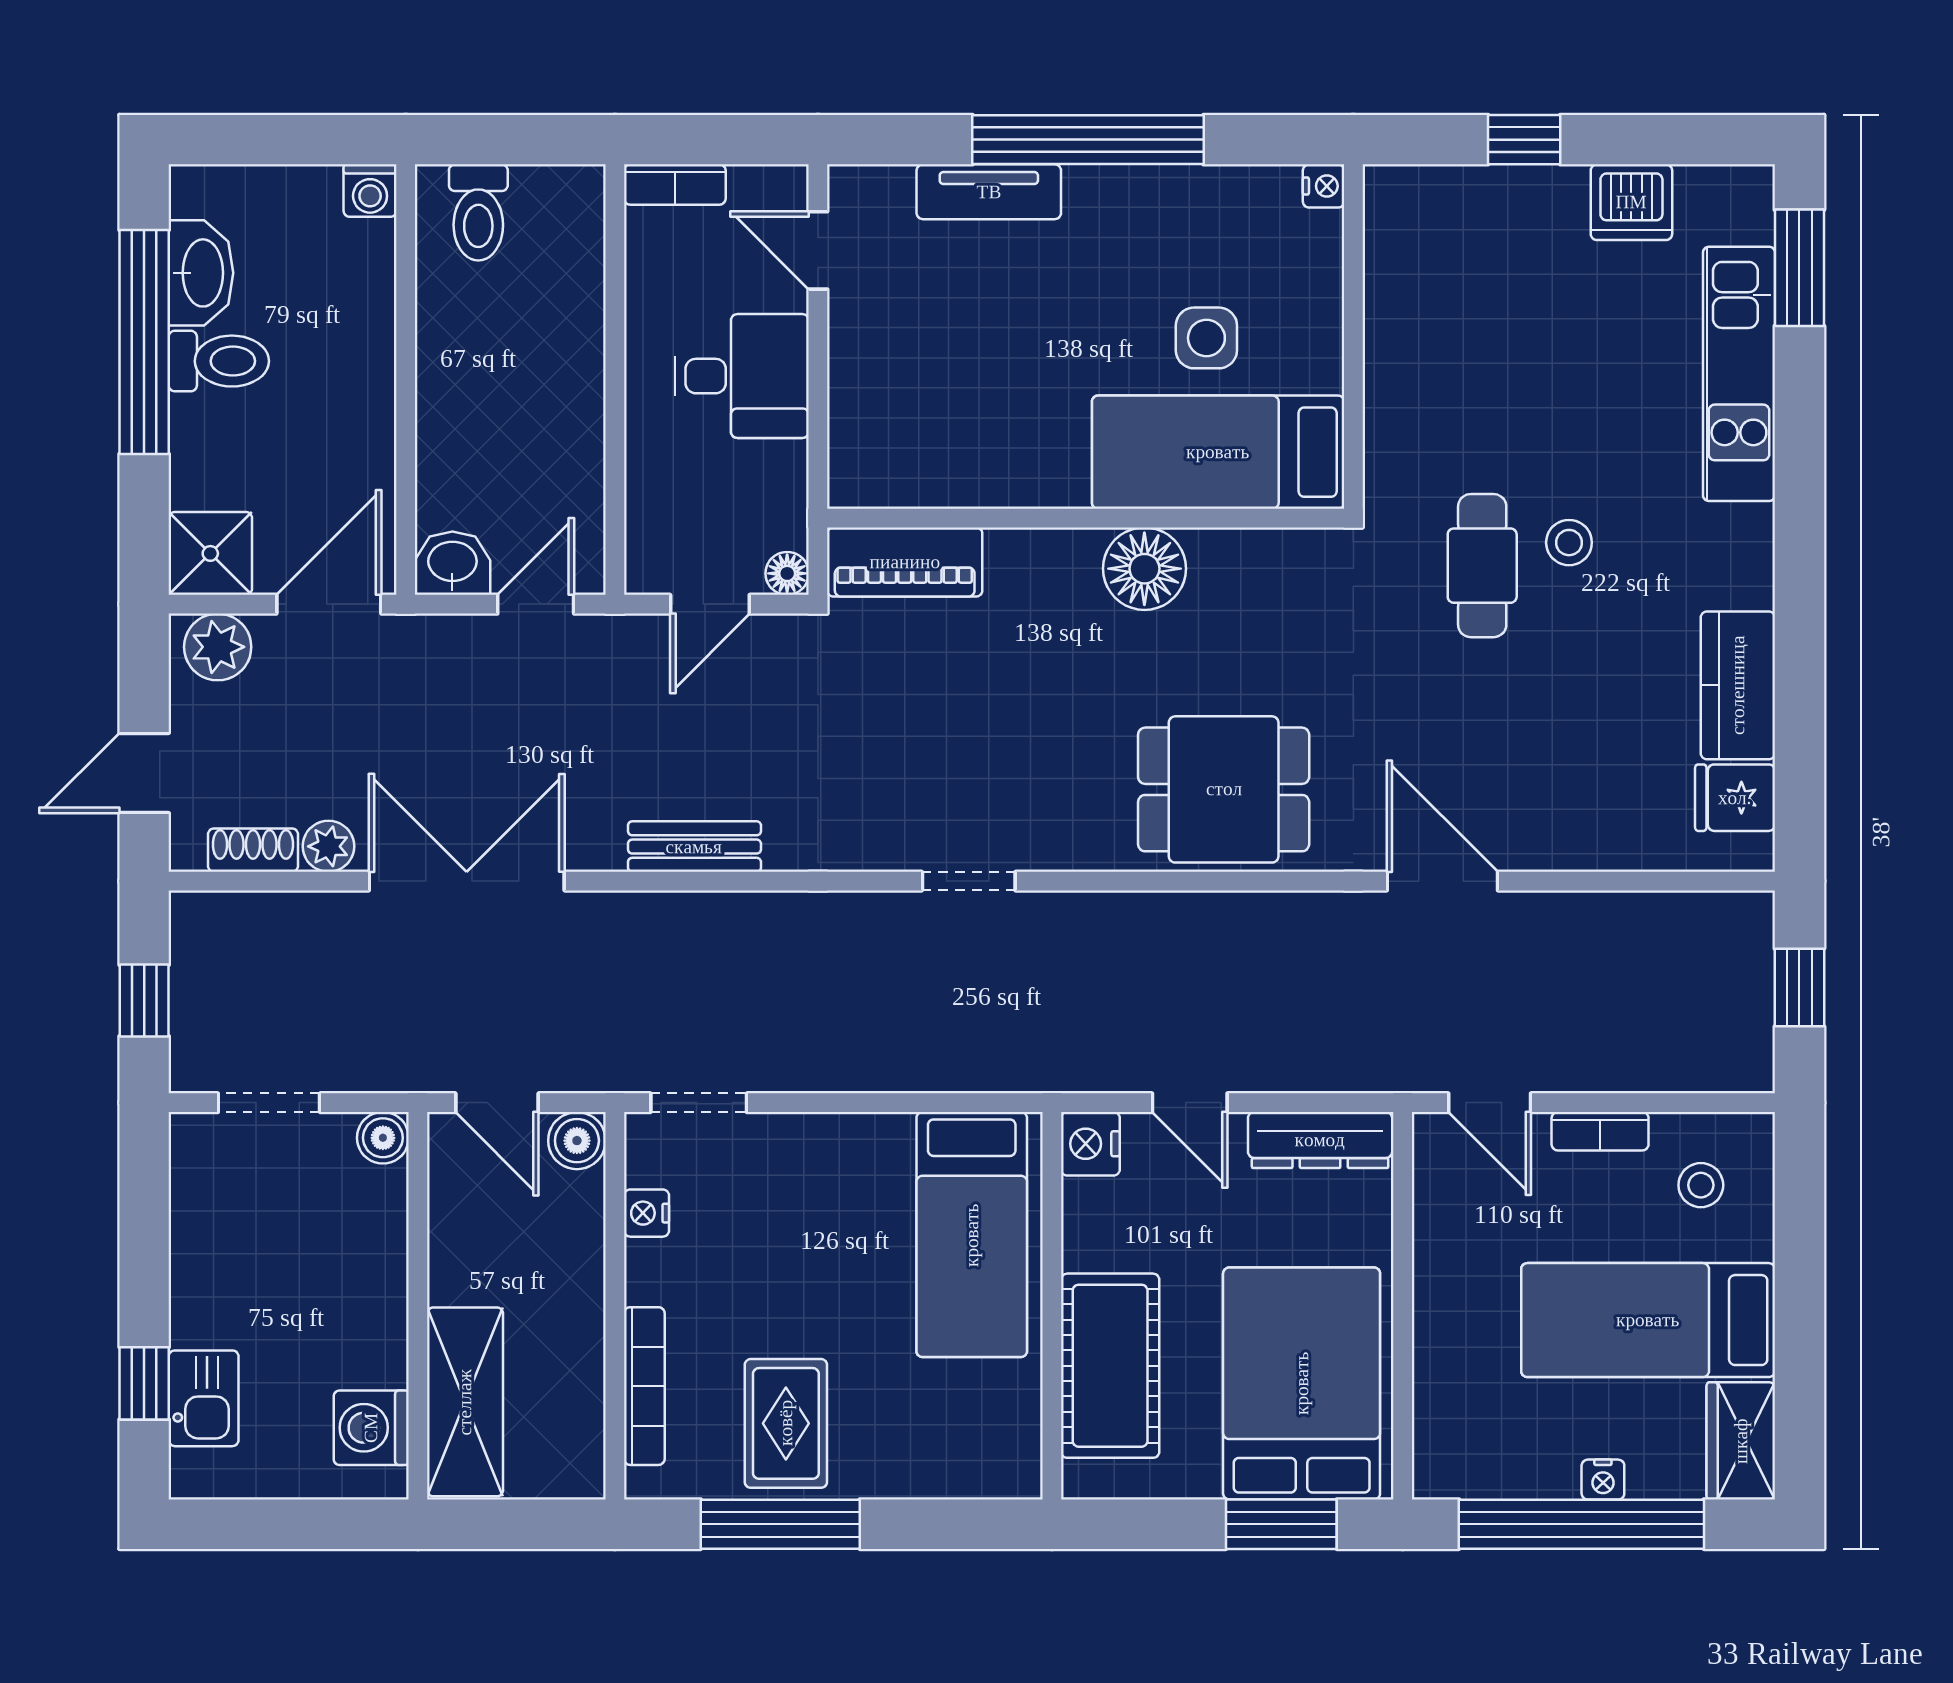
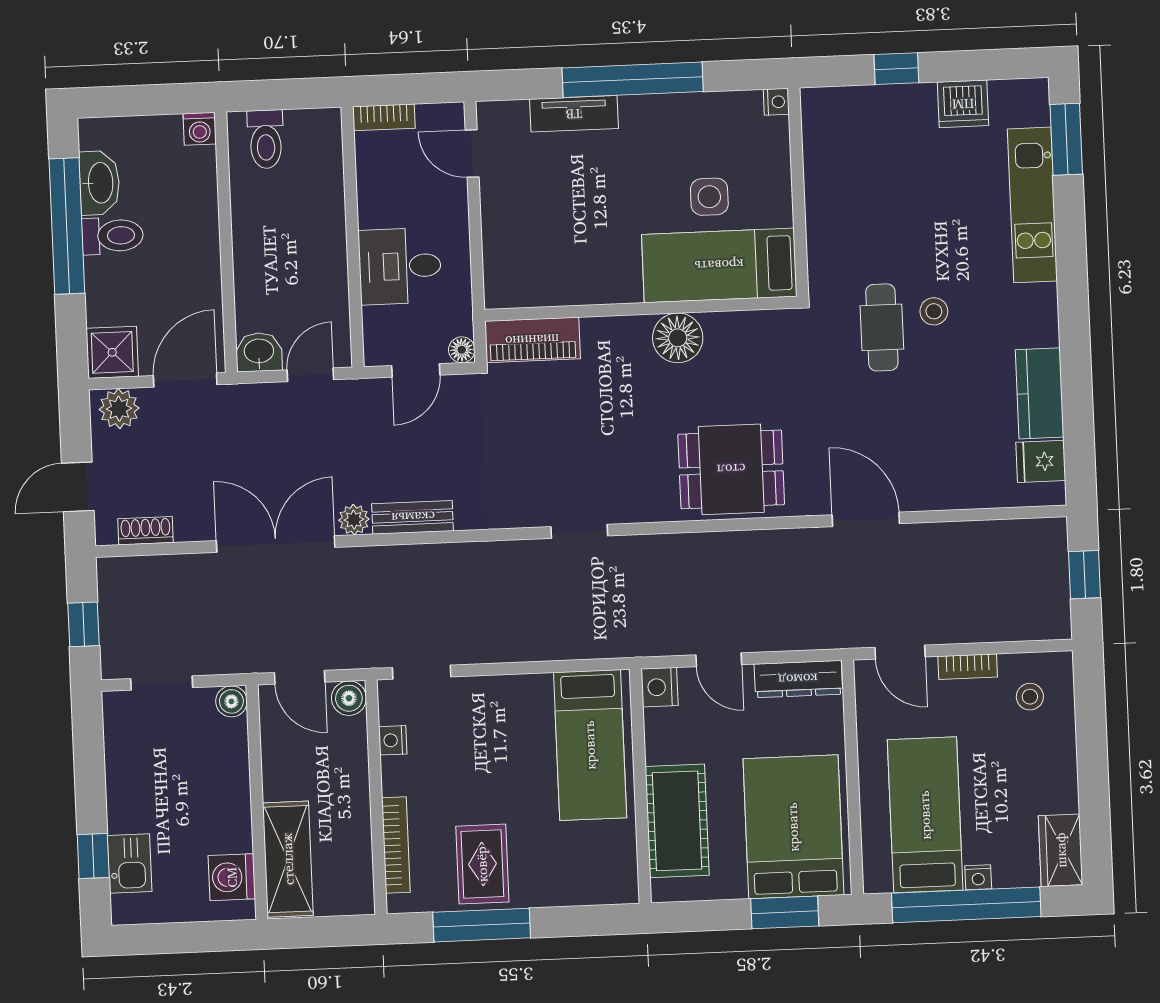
desk: (742, 376) -> (400, 266), moved, turned 180
plant: (328, 846) -> (354, 520), moved
bed: (1648, 1320) -> (925, 815), moved, turned 90

